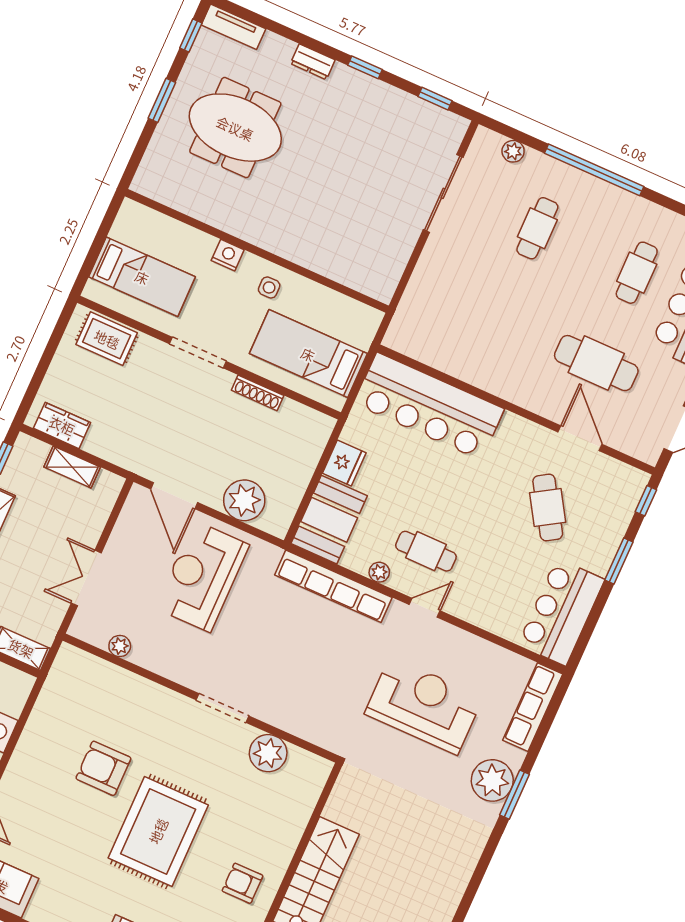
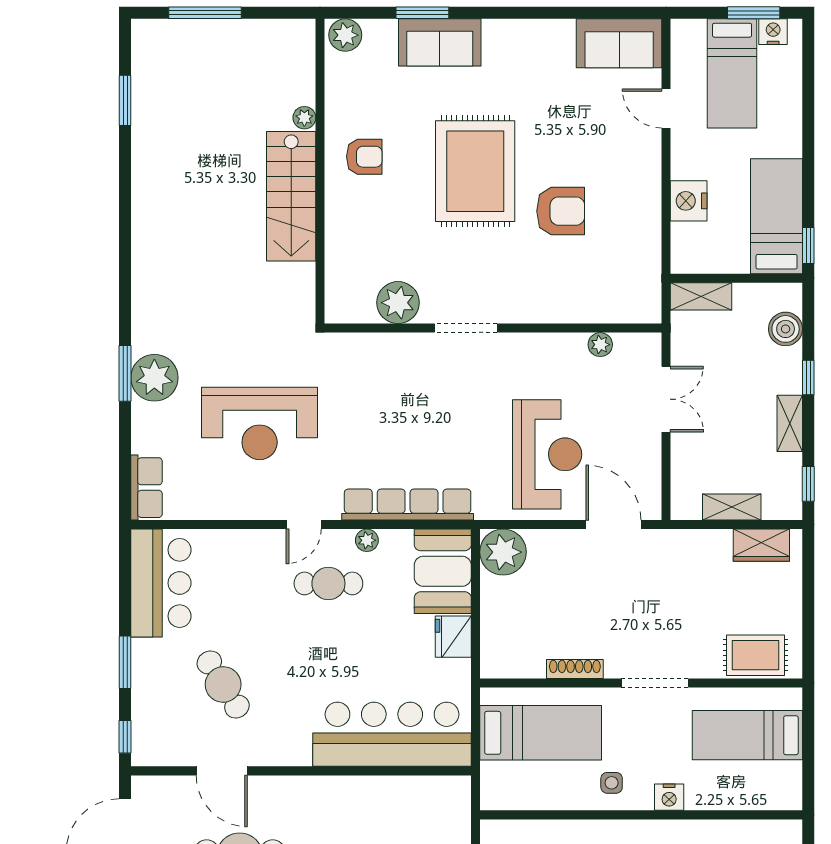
plant: (244, 500) -> (503, 552), moved
row of seats: (533, 707) -> (147, 488), width x0.68

